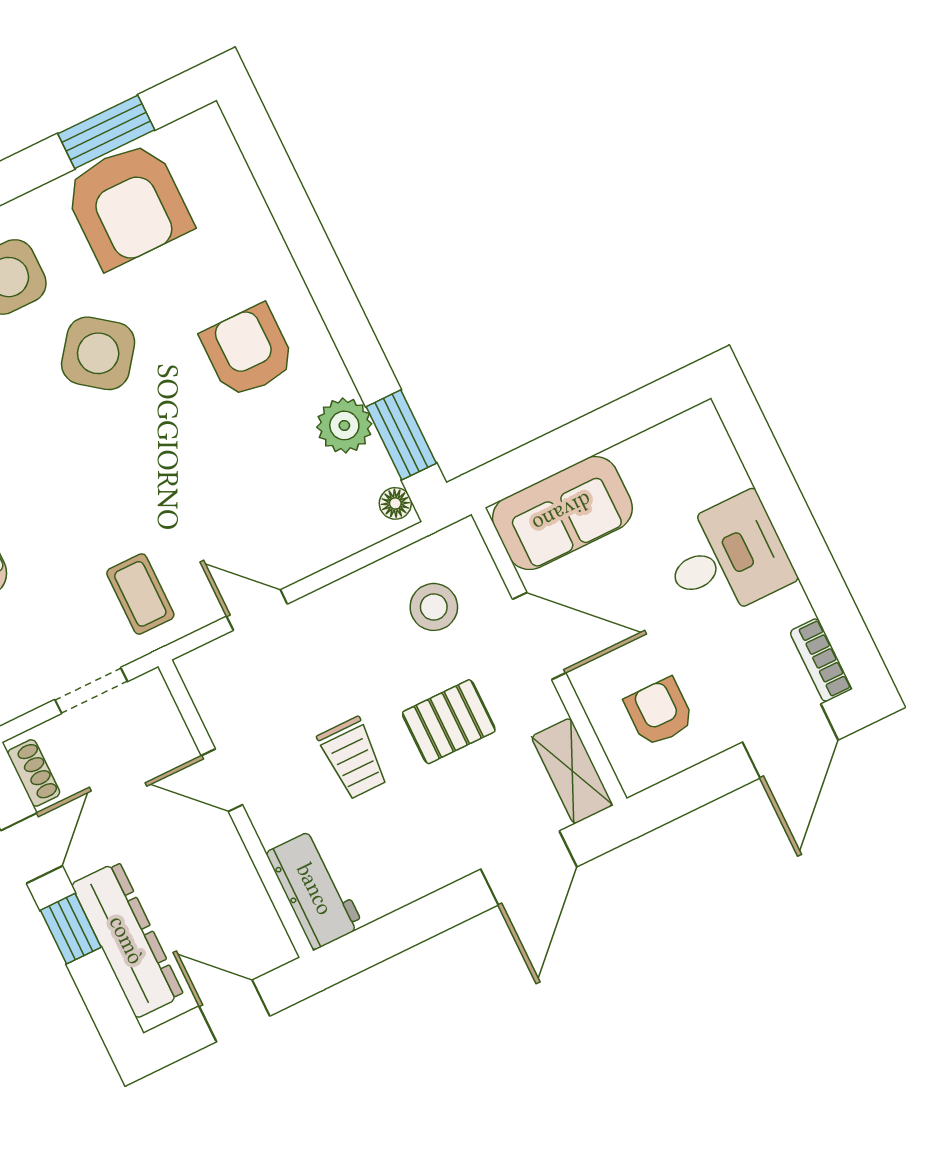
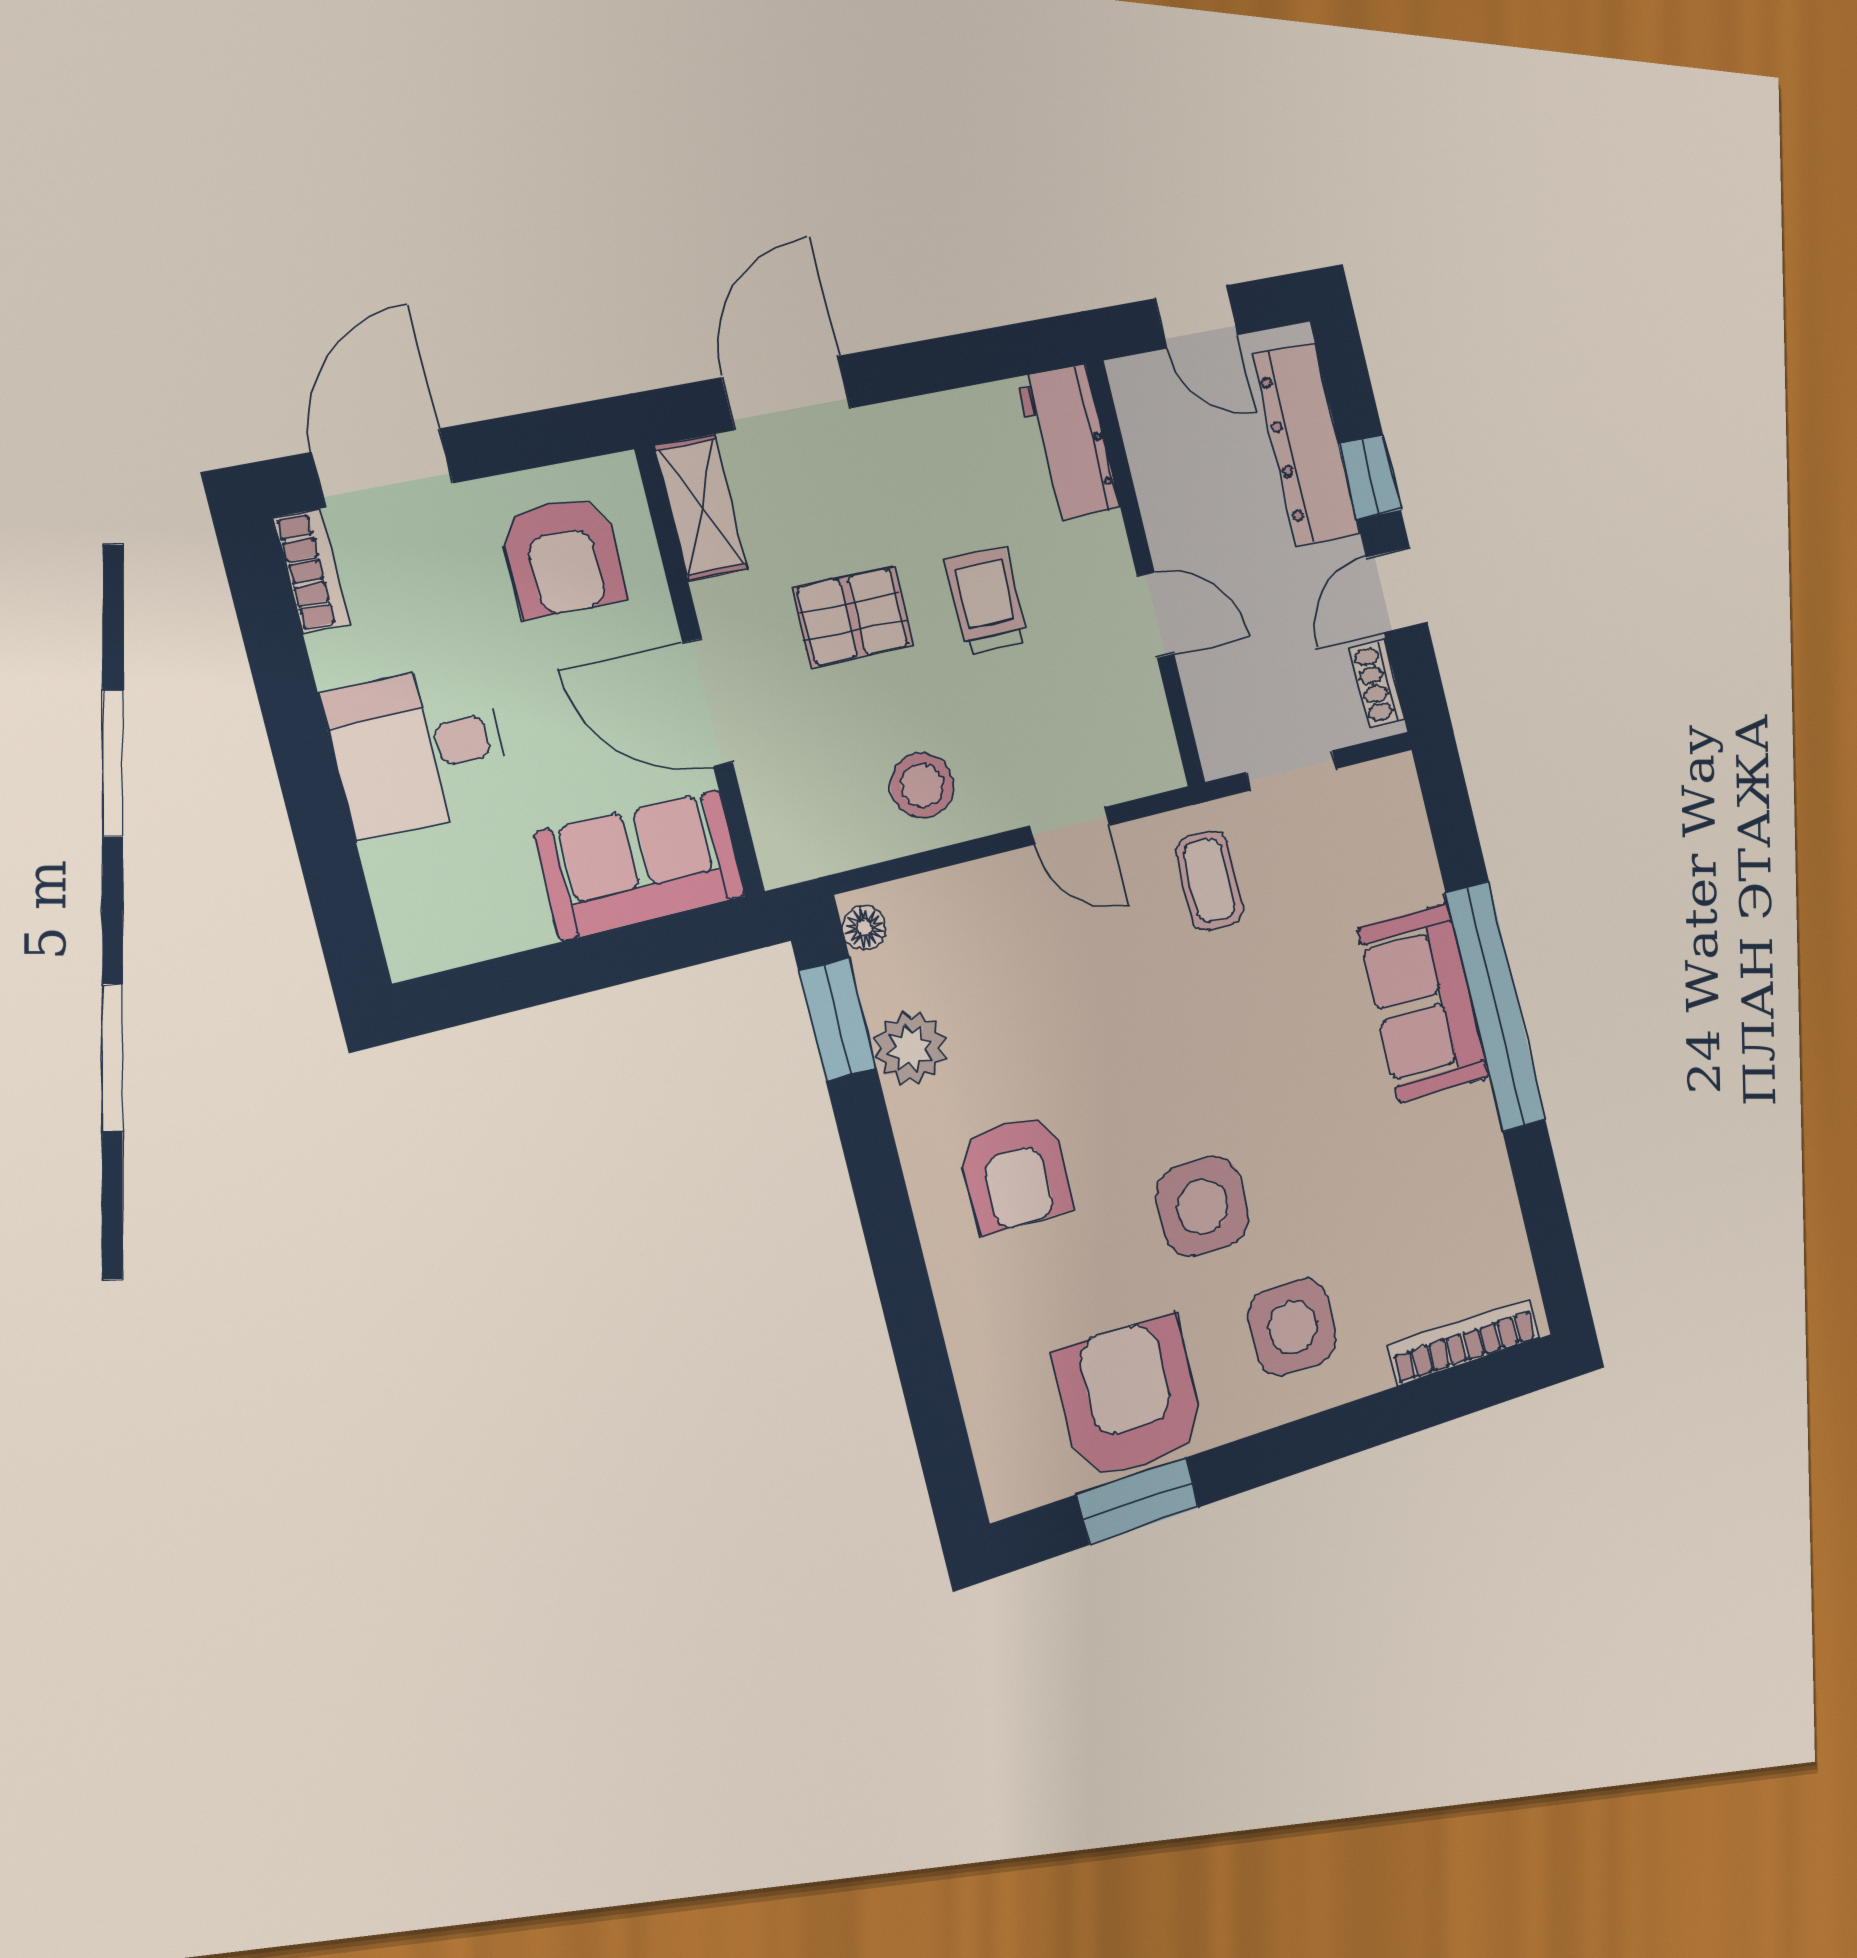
side table: (98, 353) -> (1203, 1206), turned -37
stool: (434, 607) -> (922, 785), moved
armchair: (659, 712) -> (563, 557), width x1.38, depth x1.38

